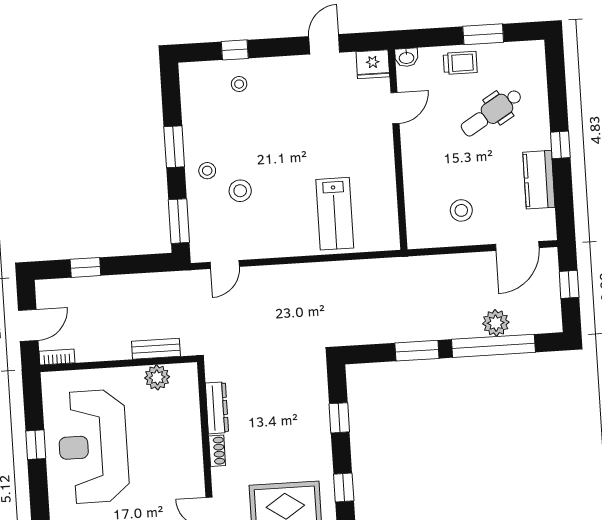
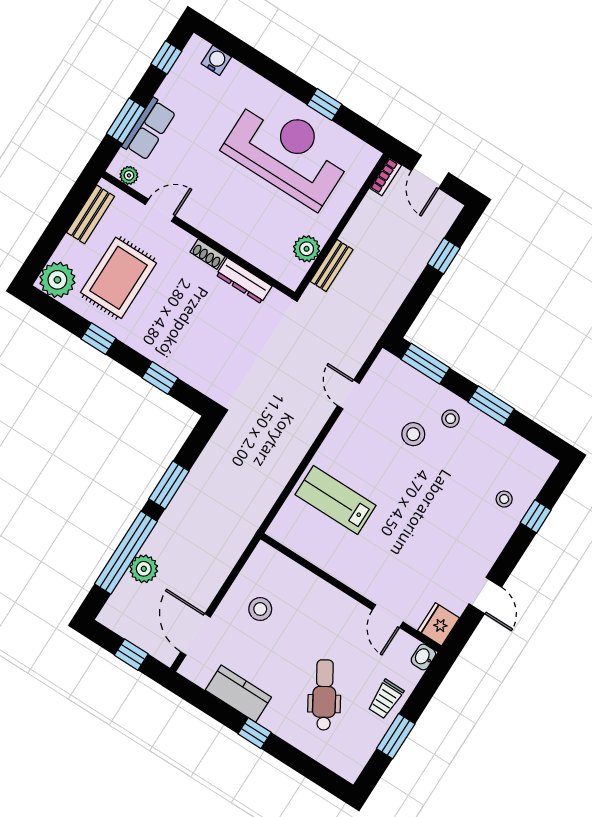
door: (225, 264) -> (348, 394), moved

